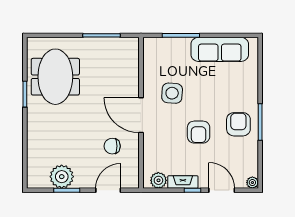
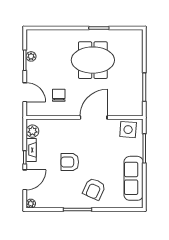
meeting table: (55, 77) -> (93, 60), moved
side table: (172, 93) -> (128, 130), moved
door: (141, 115) -> (94, 118), moved
armchair: (238, 124) -> (94, 189), moved, turned 114
plant: (62, 177) -> (31, 56), width x0.53, depth x0.53

